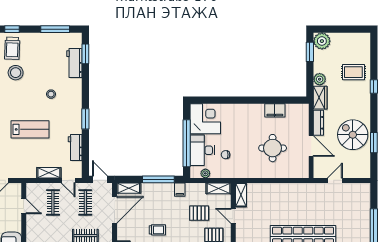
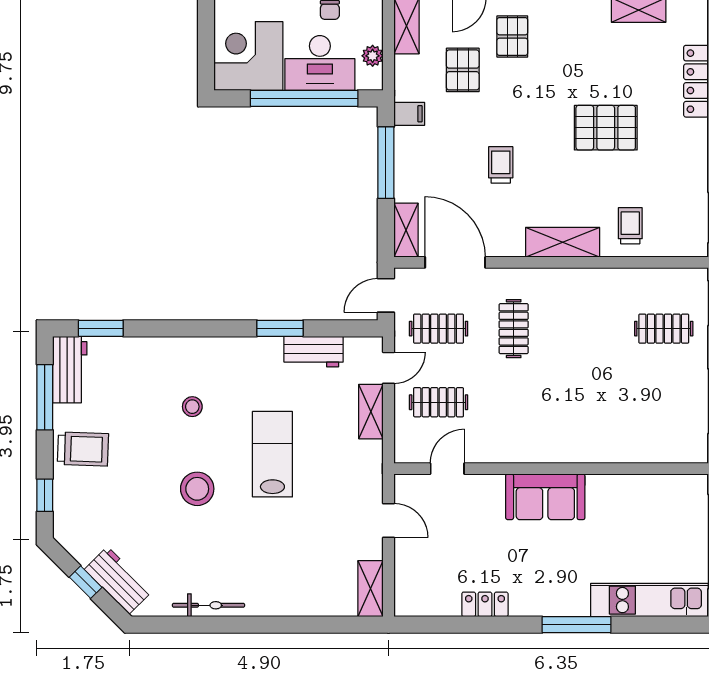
trolley: (12, 48) -> (83, 449), moved
workbench: (74, 63) -> (70, 370), moved, turned -90
stool: (16, 73) -> (197, 489), moved
window: (85, 119) -> (280, 328), moved

